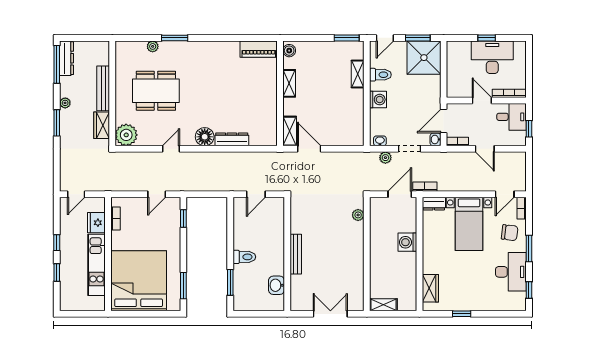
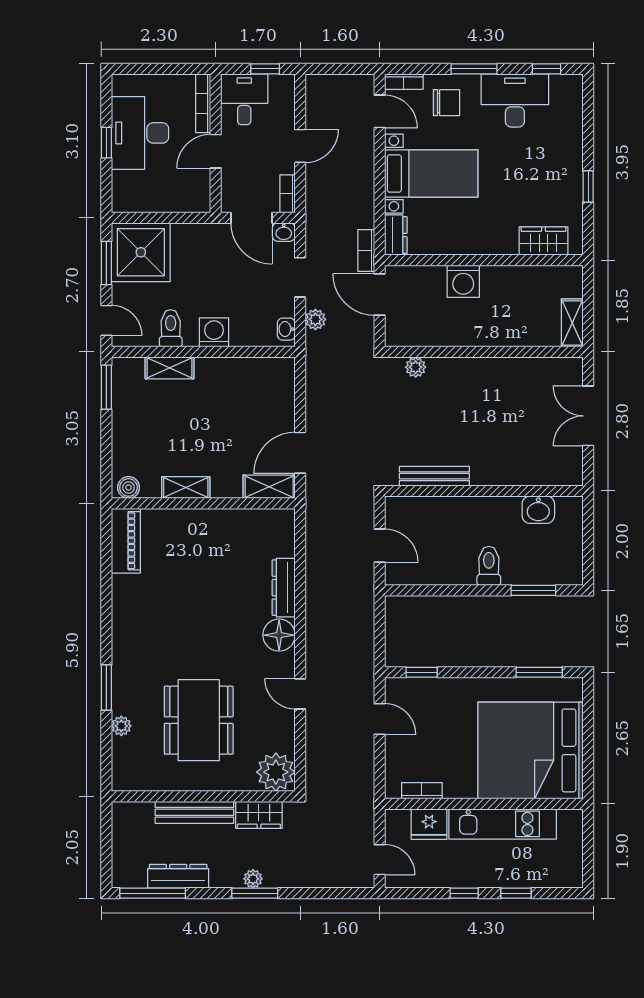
dresser: (67, 58) -> (178, 876), moved
plant: (65, 103) -> (253, 879), moved
chair: (510, 233) -> (446, 103), turned 83
bench: (296, 254) -> (434, 476), moved

